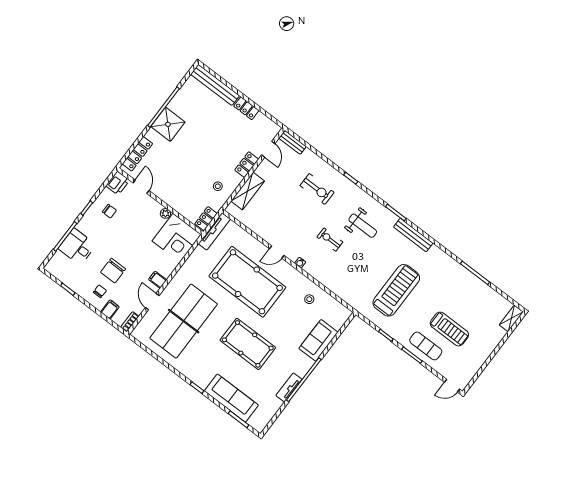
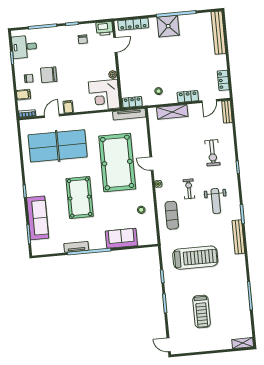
locker: (246, 108) -> (223, 80), moved
desk: (77, 247) -> (24, 47), moved, turned -90
exercise mat: (426, 346) -> (172, 215), moved

